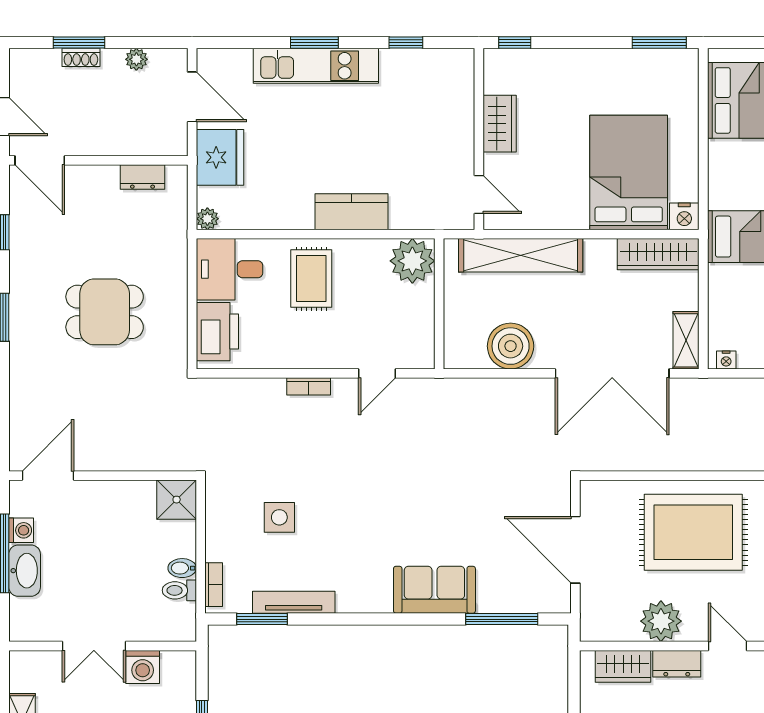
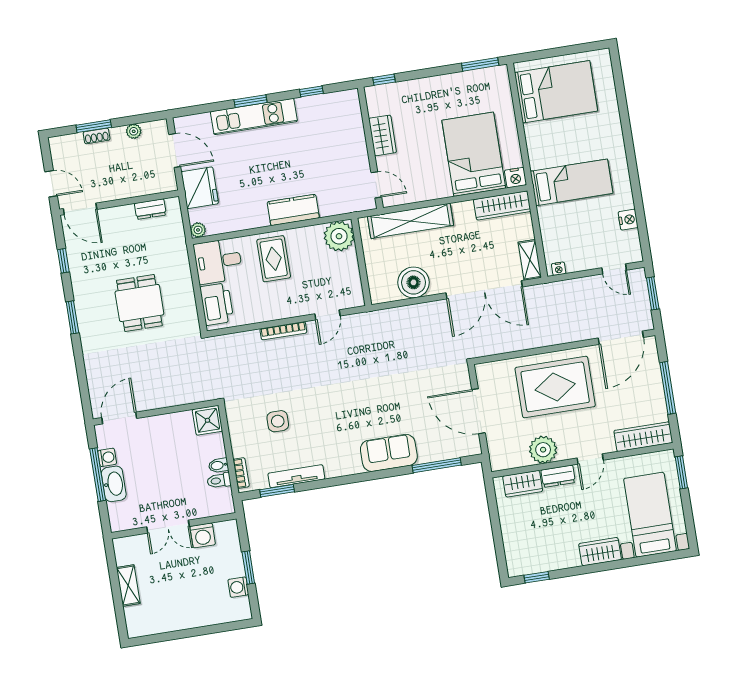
dining table: (105, 312) -> (139, 303), turned 90
bookcase: (309, 386) -> (283, 331), width x1.56
door: (728, 646) -> (590, 459), swing flipped

